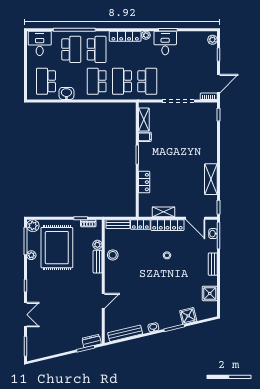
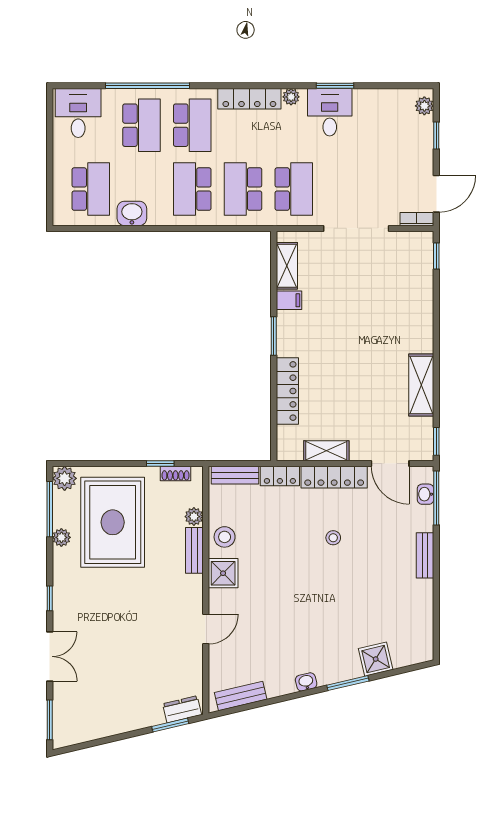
school desk: (46, 81) -> (91, 189), turned 180
locker: (144, 182) -> (287, 391), width x1.53
shower: (210, 293) -> (223, 573), moved
bench: (125, 333) -> (241, 696), width x0.73

